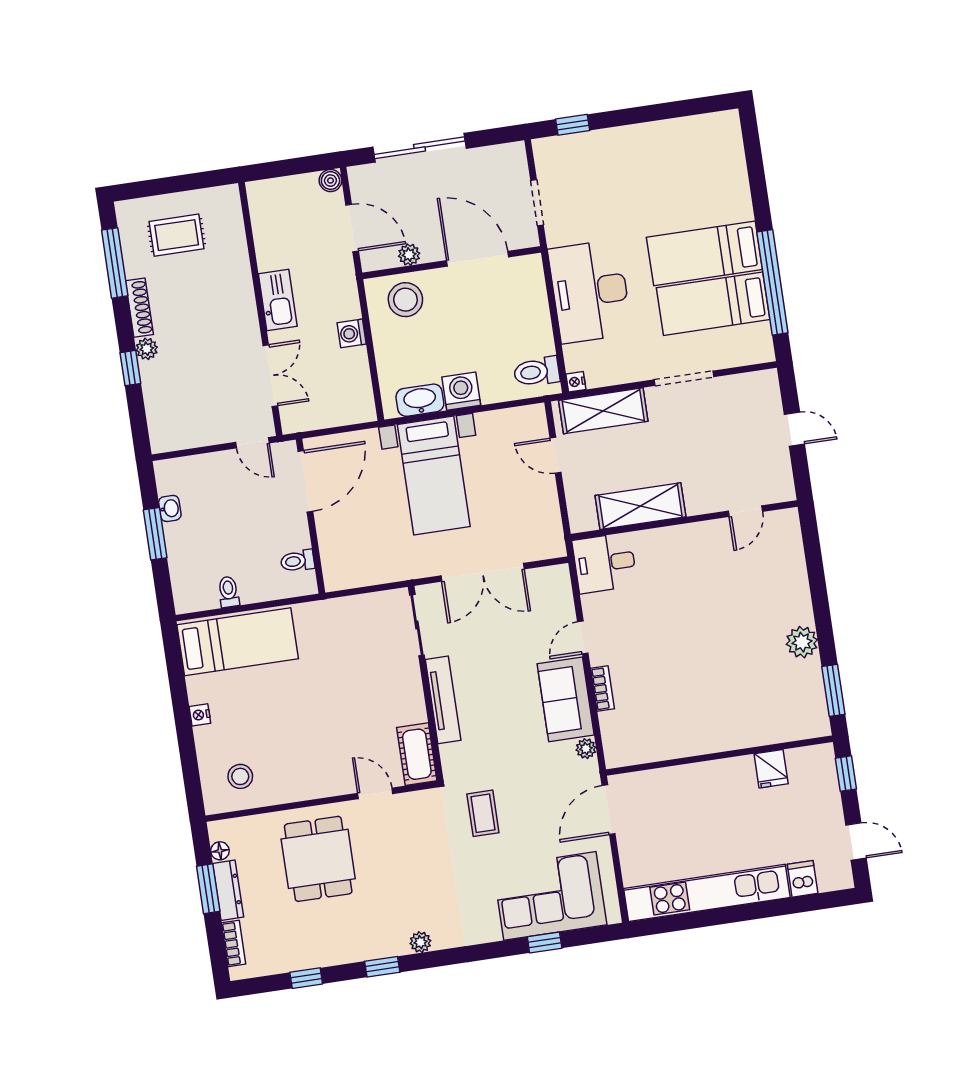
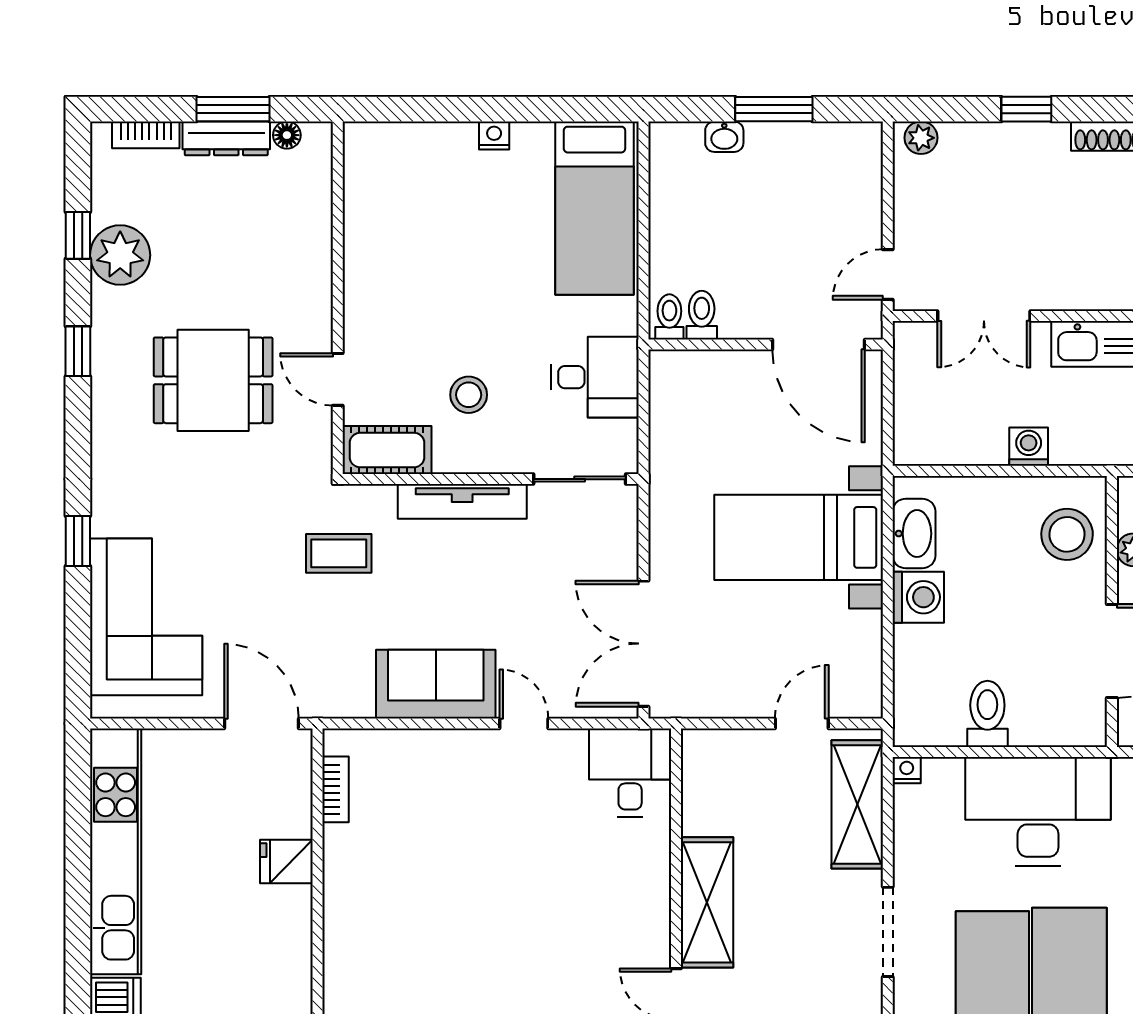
plant: (147, 349) -> (921, 138), moved
toilet: (537, 372) -> (987, 714), moved
shelving: (640, 506) -> (707, 902), moved
washbasin: (170, 508) -> (724, 137), moved
double door: (483, 572) -> (643, 644), moved
toilet: (229, 592) -> (669, 317), moved, turned -90
desk: (349, 625) -> (595, 377), added
bookcase: (603, 688) -> (336, 789), moved, turned -90
plant: (586, 749) -> (358, 703), removed
fridge: (771, 769) -> (286, 862), moved
stool: (240, 776) -> (469, 395), moved
door: (375, 793) -> (338, 379), swing flipped
coffee table: (483, 813) -> (339, 553), moved
dining table: (318, 859) -> (213, 380), moved
plant: (420, 942) -> (120, 255), moved, width x1.87, depth x1.87
window: (545, 942) -> (78, 541), moved

